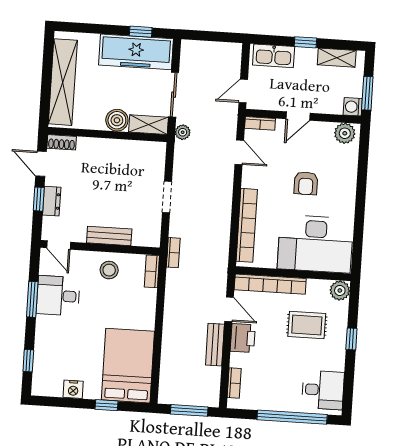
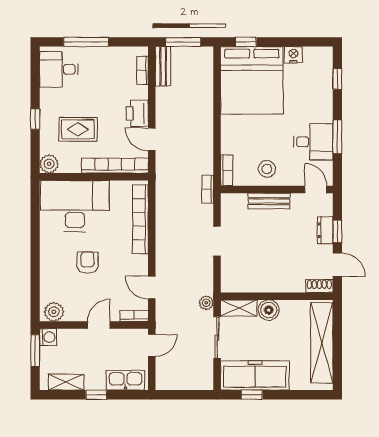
bench: (215, 345) -> (163, 66), moved
bed: (128, 366) -> (252, 80), width x1.36
window: (106, 405) -> (246, 42), moved
window: (292, 417) -> (86, 42), width x0.68

